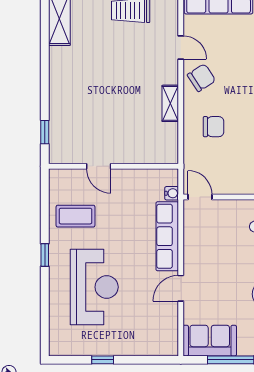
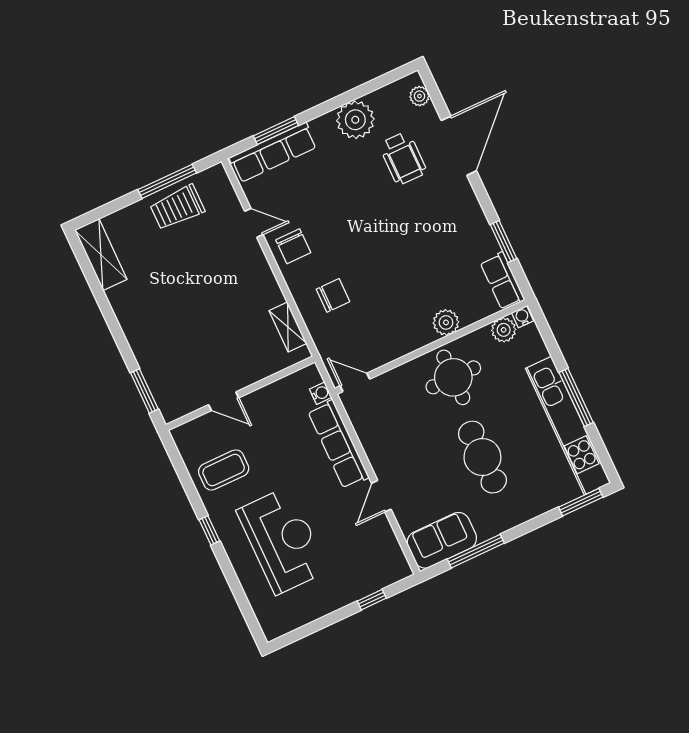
chair: (201, 78) -> (293, 246), turned 123
shelving: (170, 103) -> (288, 327), moved
window: (45, 132) -> (144, 391), width x1.50
window: (103, 360) -> (372, 600), moved

